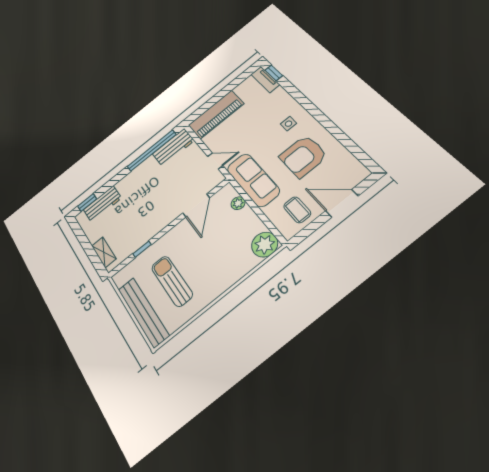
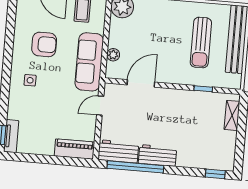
piano: (216, 114) -> (74, 149), width x0.73, depth x0.75
armchair: (303, 156) -> (44, 44), width x0.73, depth x0.73
door: (215, 161) -> (100, 106), hinge flipped
workbench: (102, 204) -> (157, 155), moved

